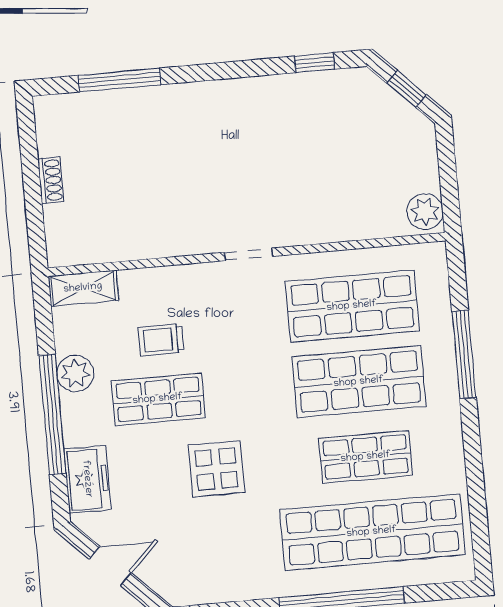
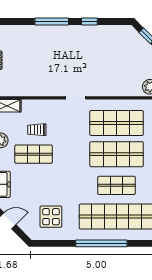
window: (314, 63) -> (89, 22), moved
window: (119, 80) -> (52, 22), moved
display table: (216, 469) -> (51, 217), moved

